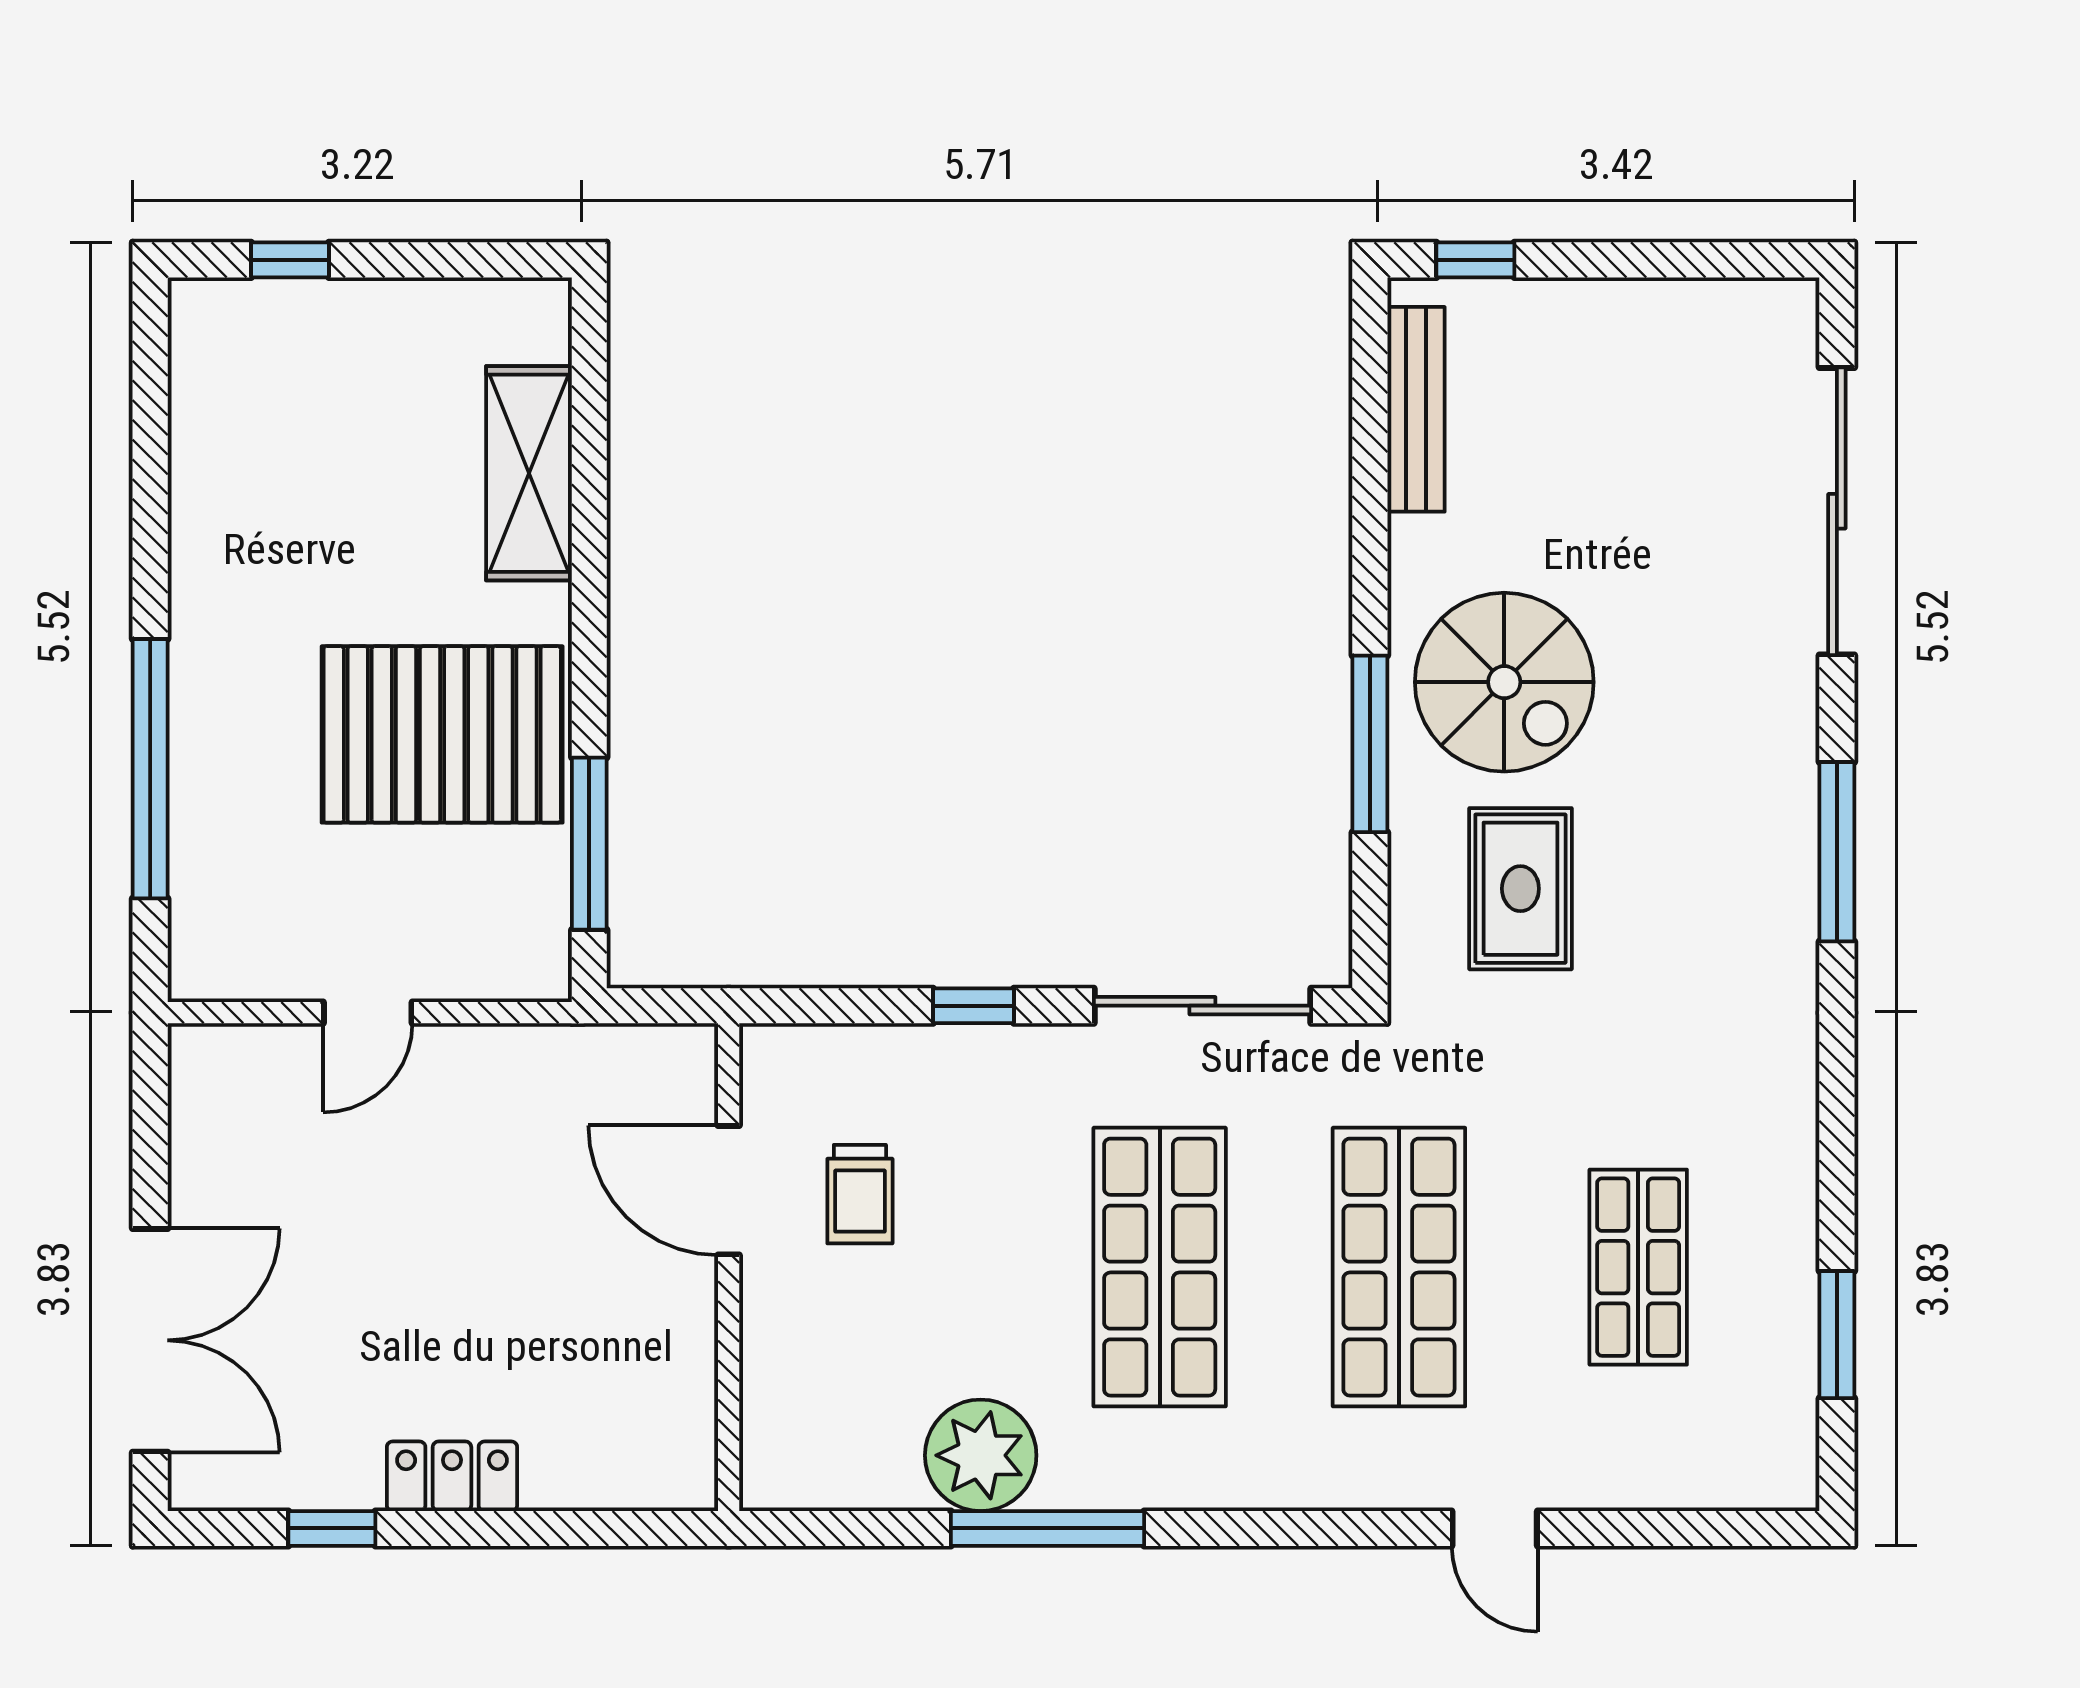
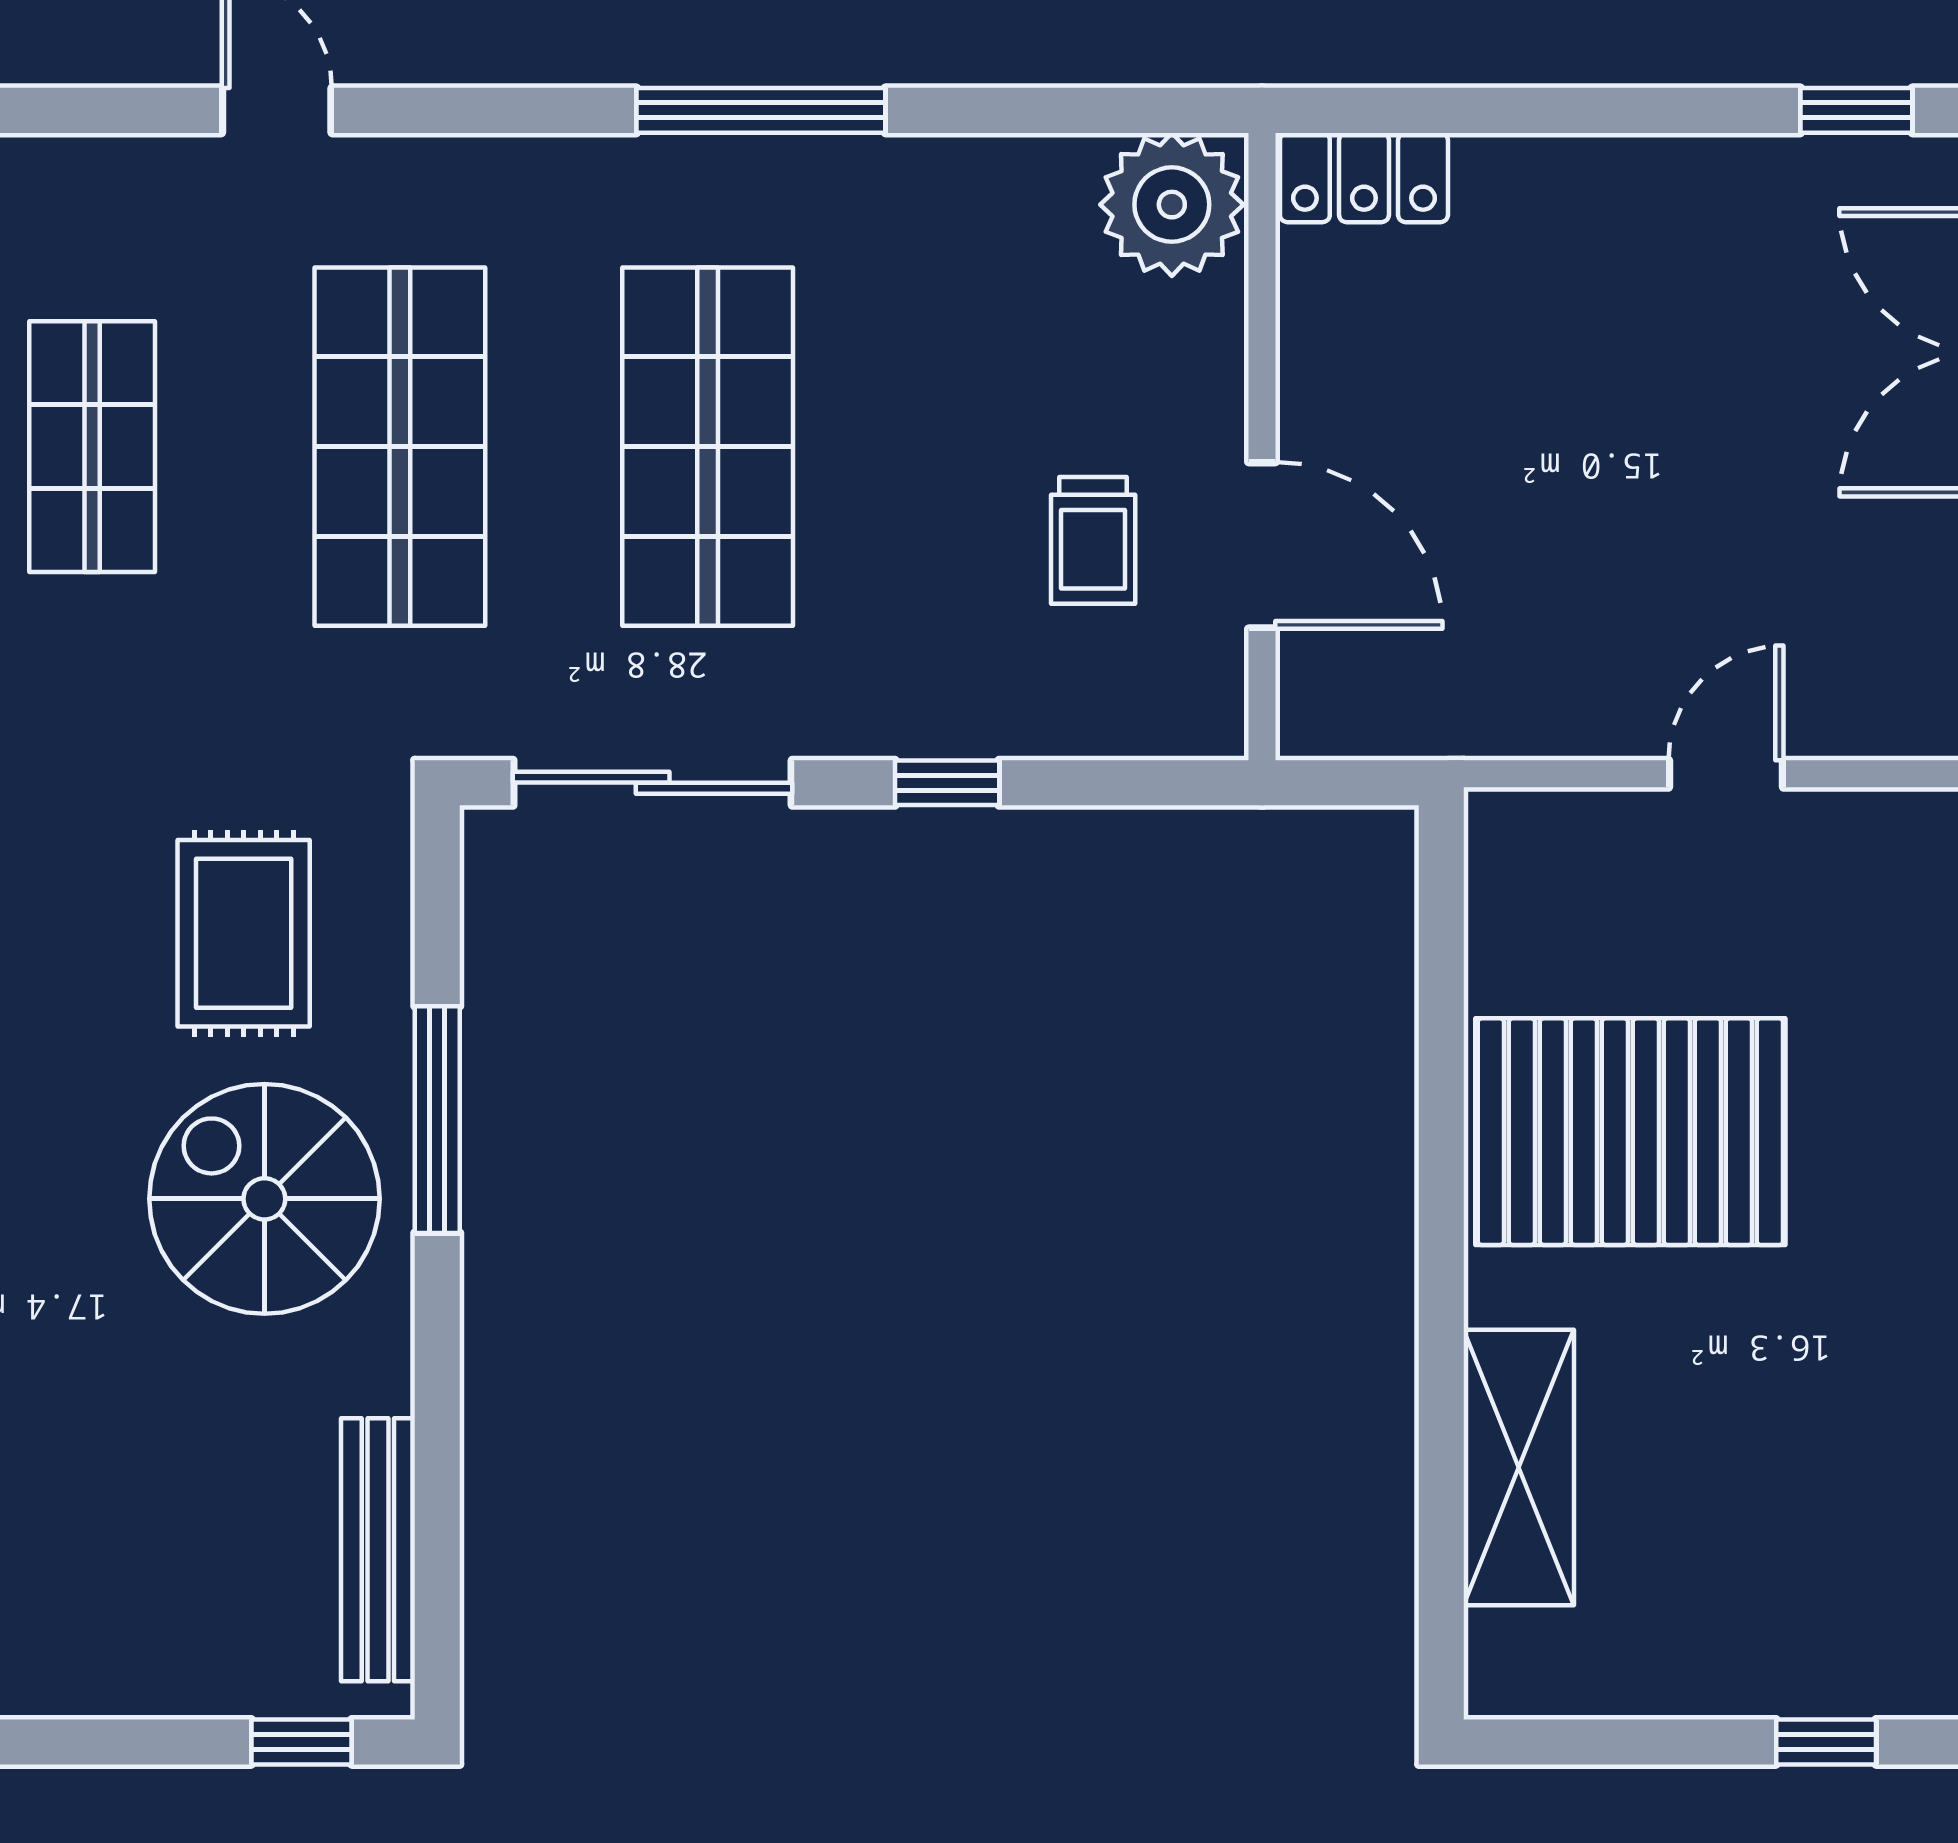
window: (589, 844) -> (1441, 991), removed
trolley: (860, 1194) -> (1093, 540), turned 180
plant: (981, 1455) -> (1172, 205), moved
locker: (452, 1476) -> (1364, 178), moved
window: (332, 1528) -> (1856, 110), moved
window: (1048, 1528) -> (761, 110), moved

